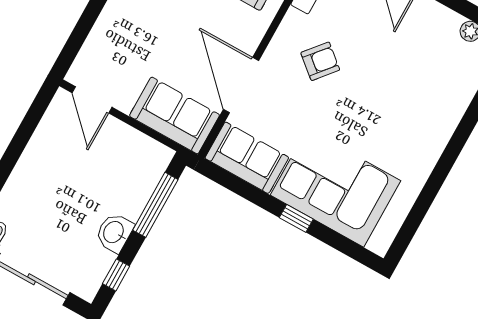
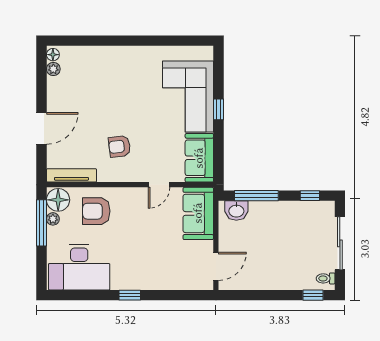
armchair: (320, 61) -> (119, 146), turned -47
door: (241, 85) -> (159, 185), width x0.53
washbasin: (114, 232) -> (236, 211), moved

